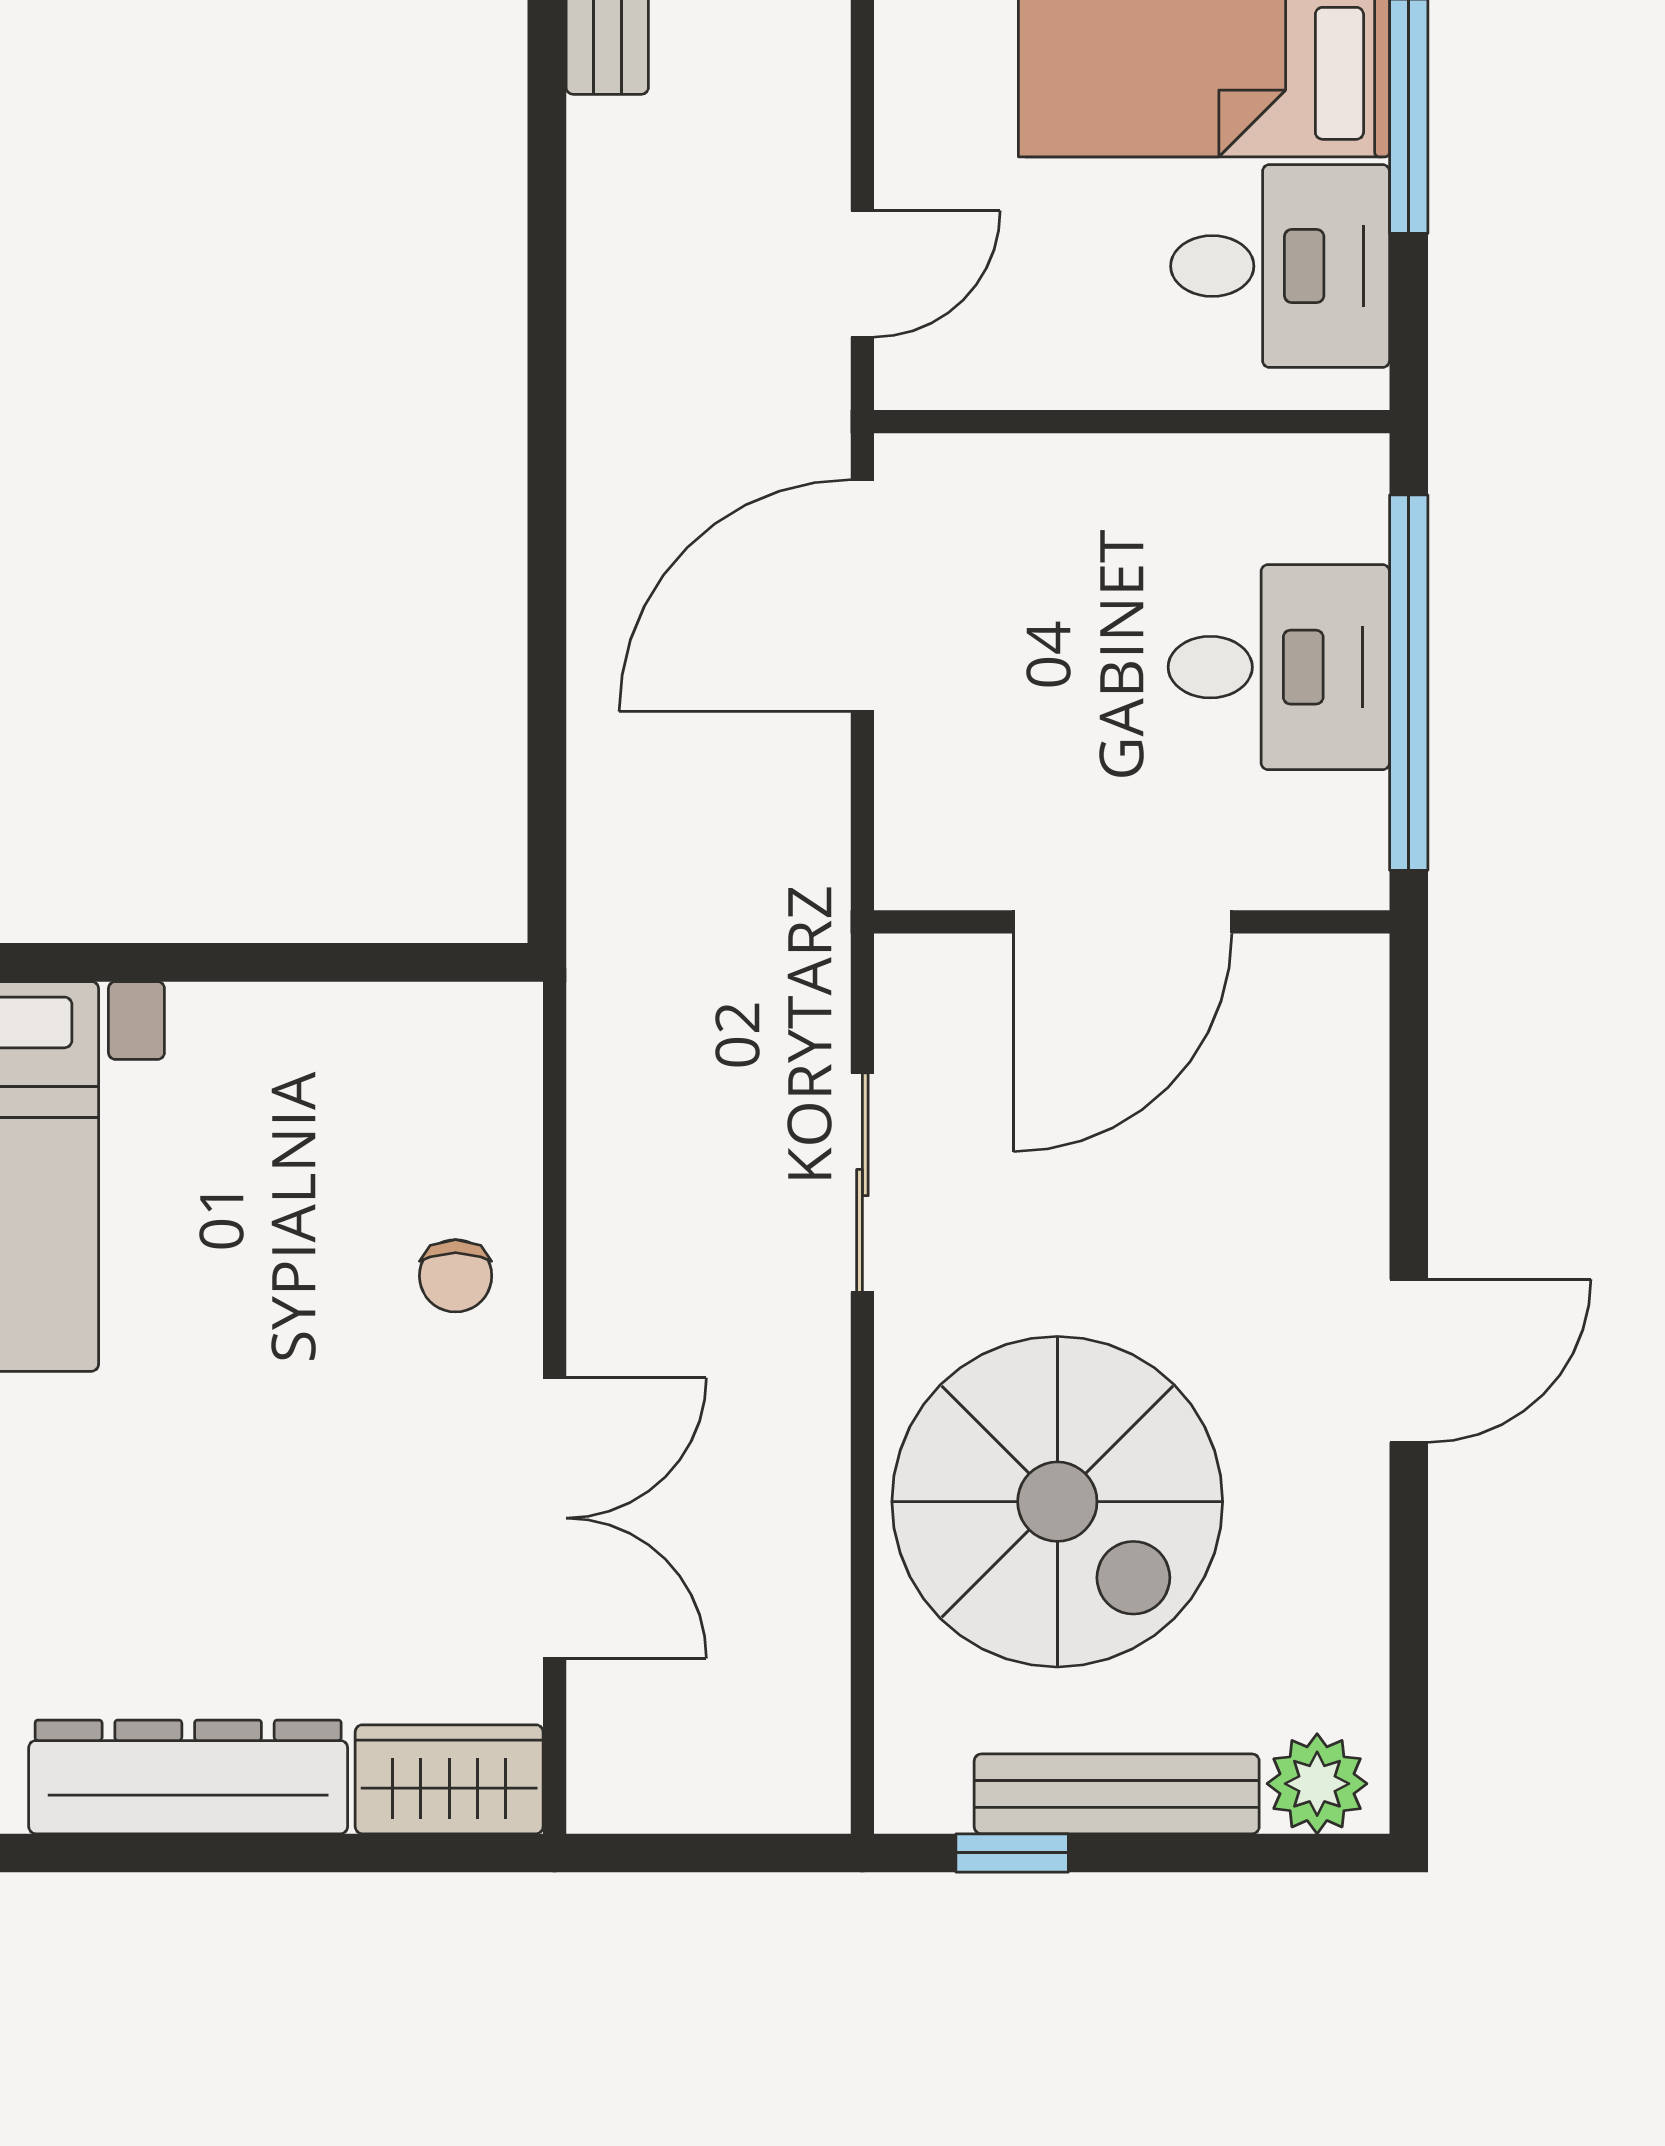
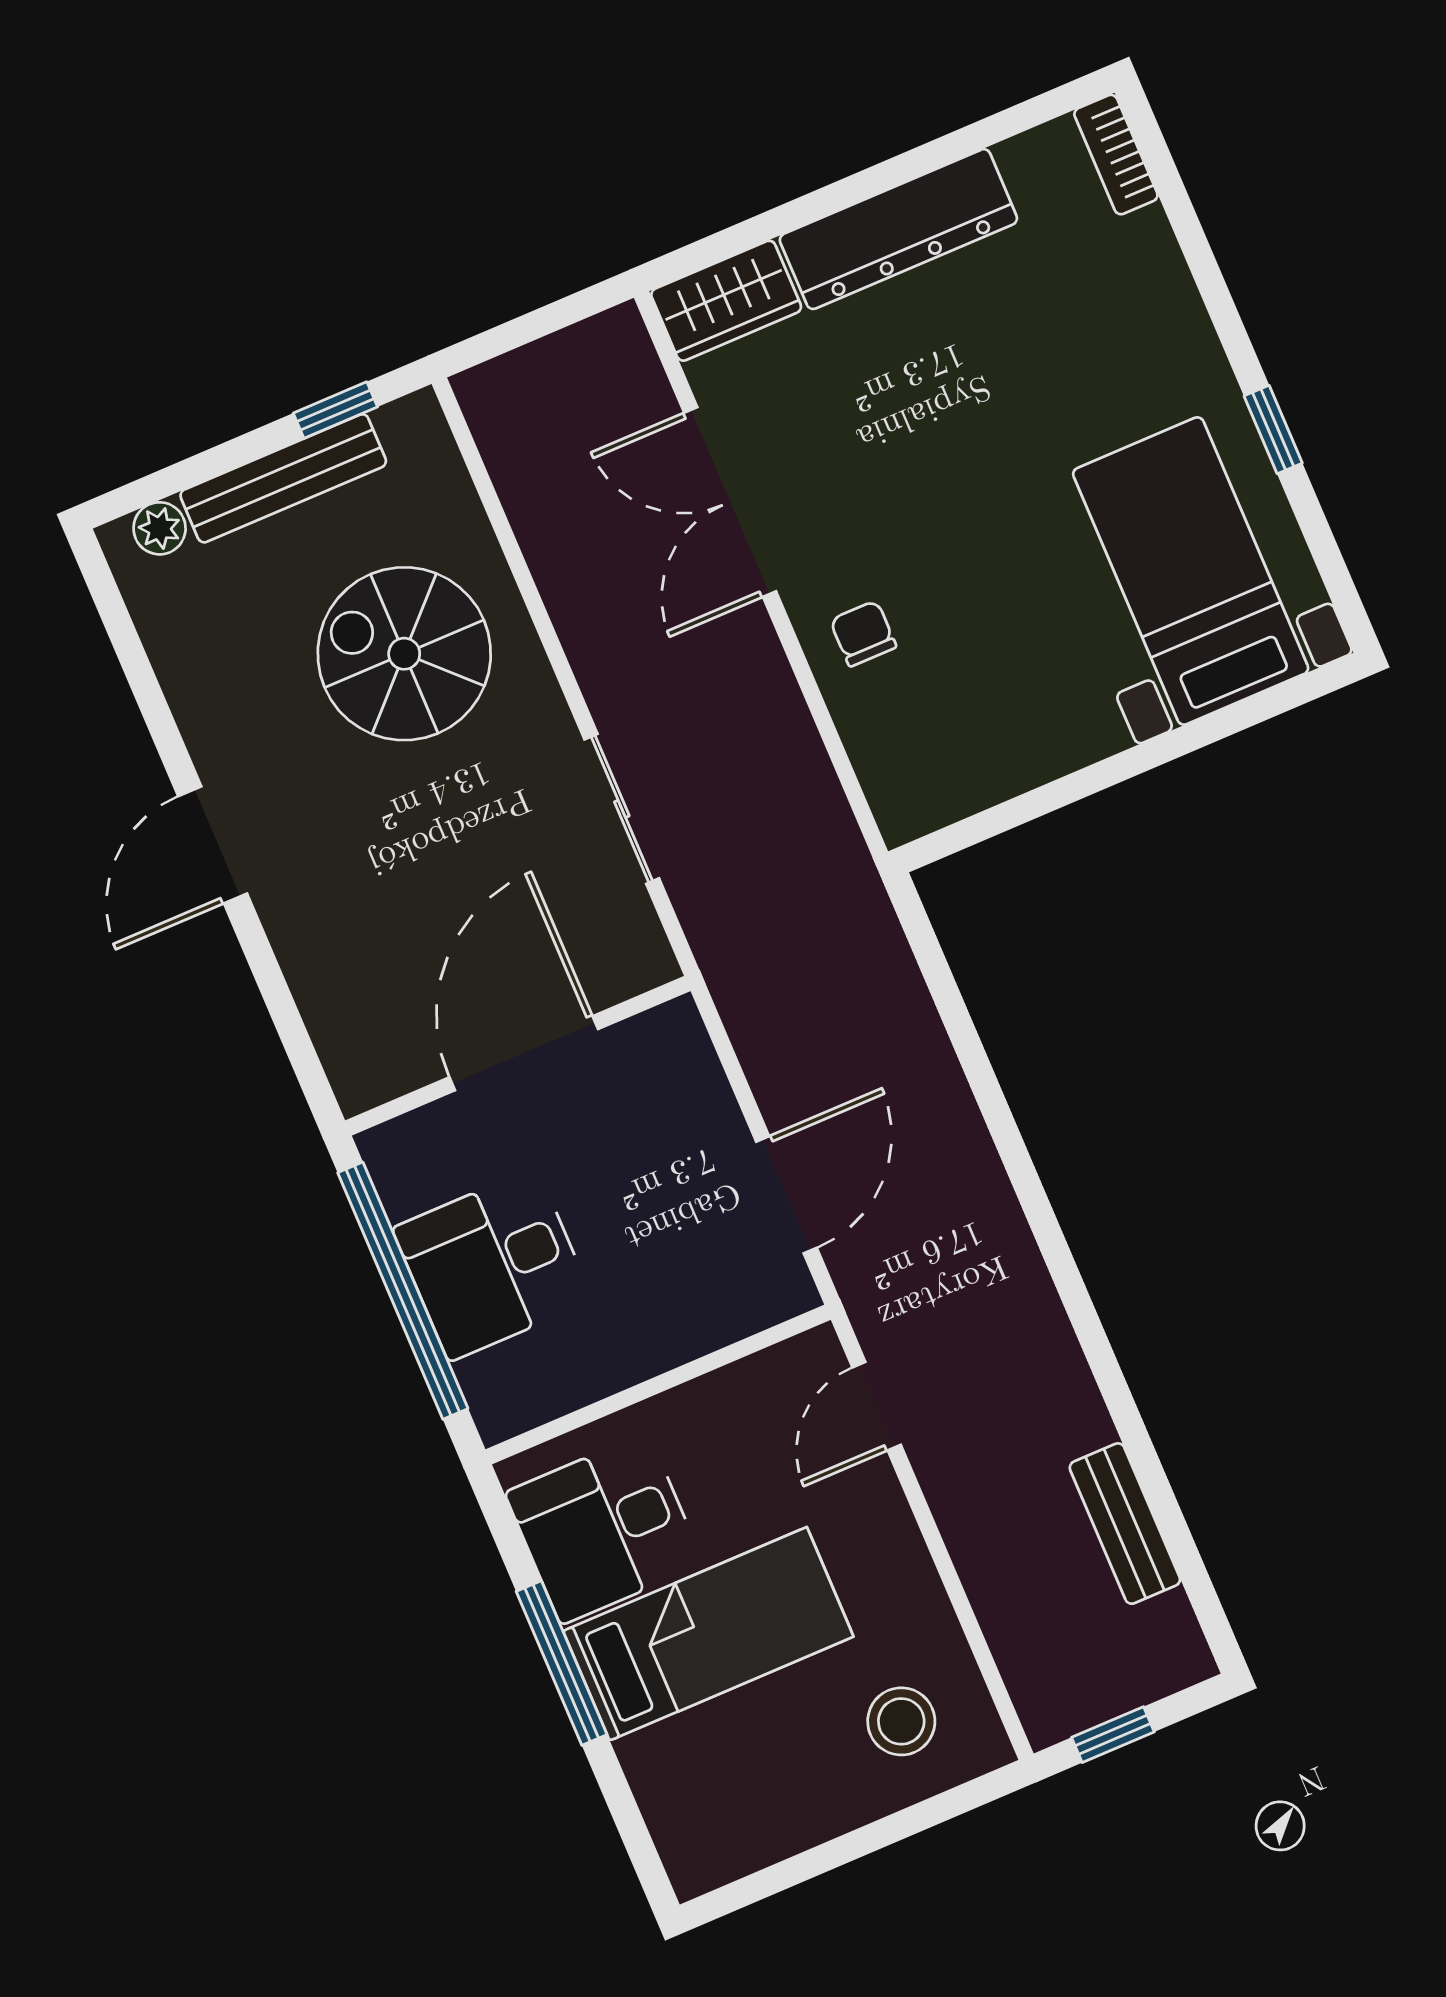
door: (862, 596) -> (786, 1195), width x0.73
spiral stairs: (1057, 1502) -> (404, 654), width x0.73, depth x0.73
plant: (1317, 1784) -> (160, 528), width x0.73, depth x0.73

